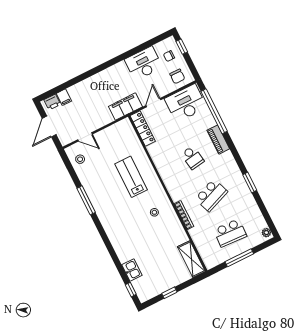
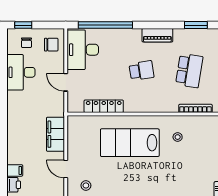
filing cabinet: (125, 107) -> (55, 134), moved
locker: (143, 128) -> (104, 106), moved
door: (85, 137) -> (66, 169), swing flipped
piano: (218, 140) -> (157, 35), moved
lab bench: (131, 177) -> (130, 143), width x1.36, depth x1.39
school desk: (211, 195) -> (189, 71), turned 30

